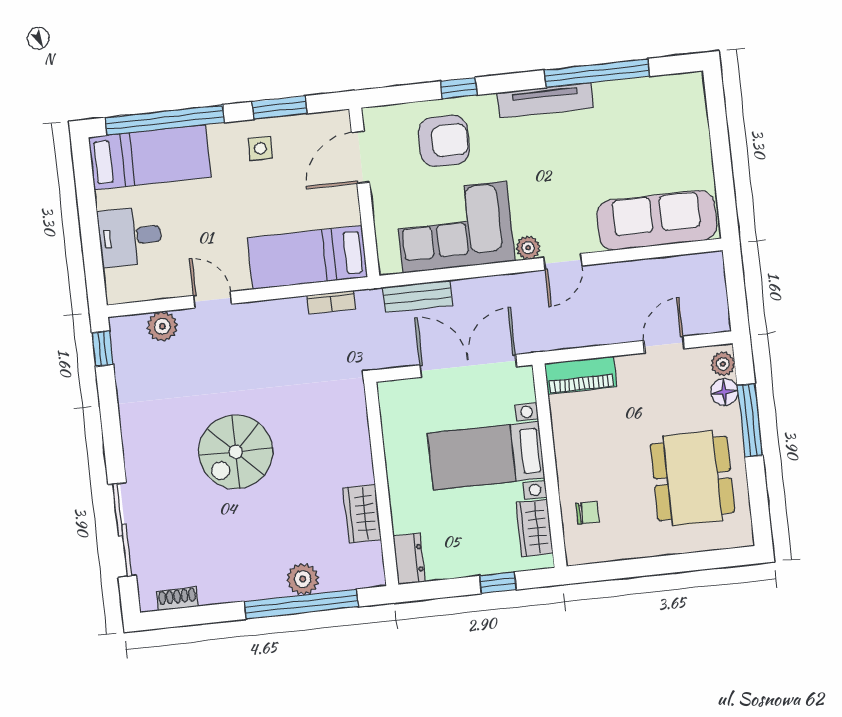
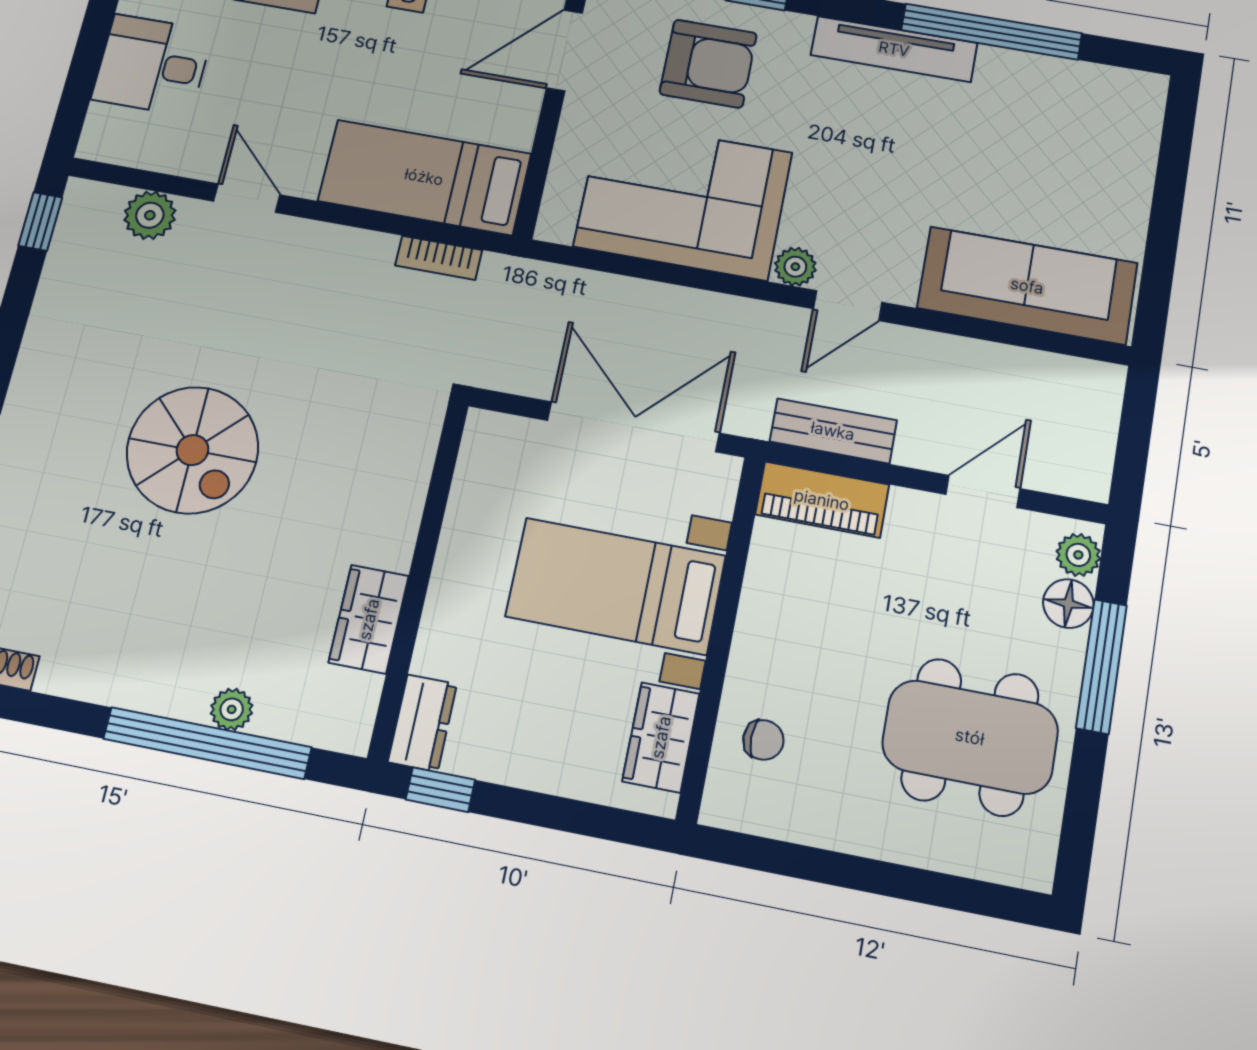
bench: (418, 296) -> (833, 431), moved
spiral stairs: (236, 452) -> (192, 450), turned -90
dining table: (693, 478) -> (970, 737), turned 90
plant: (303, 579) -> (232, 709), width x0.73, depth x0.73
window: (498, 583) -> (440, 790), moved

